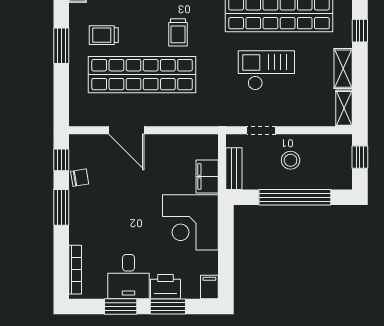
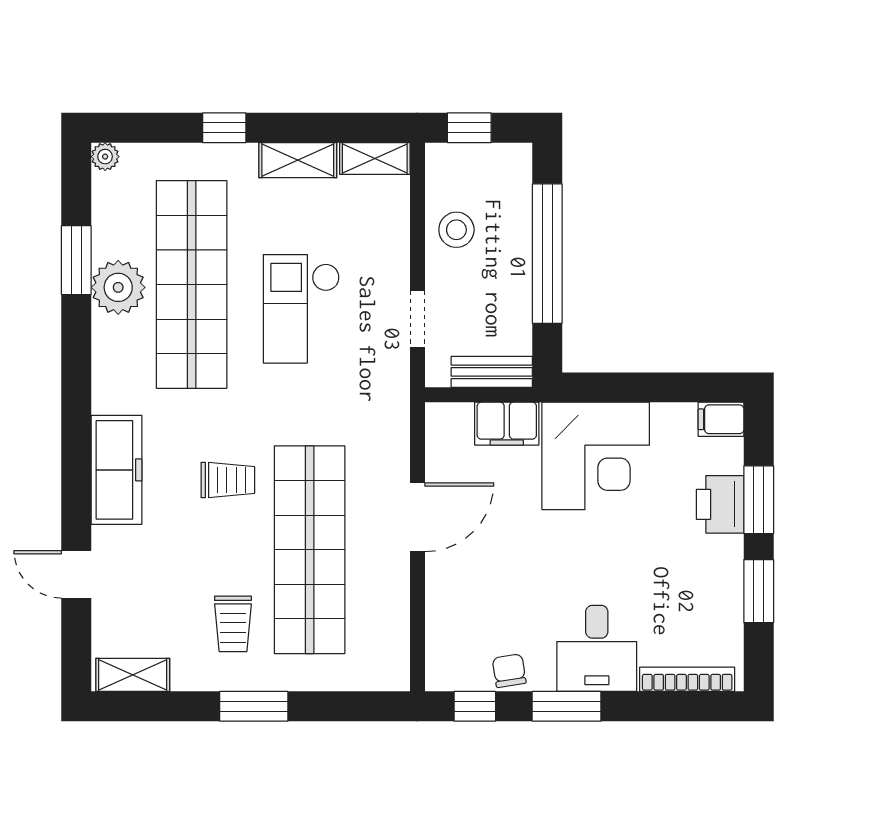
door: (126, 130) -> (417, 517), moved
stool: (291, 160) -> (456, 230), moved
desk: (129, 277) -> (597, 648), moved, turned 90

